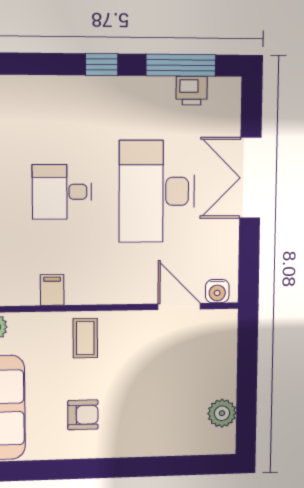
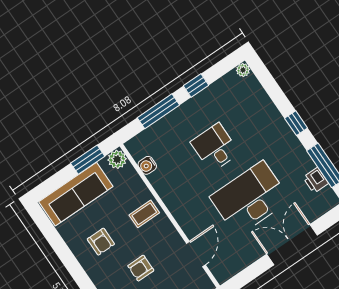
filing cabinet: (52, 290) -> (159, 178), removed
water cooler: (217, 291) -> (147, 165), moved
armchair: (149, 387) -> (141, 268), added

